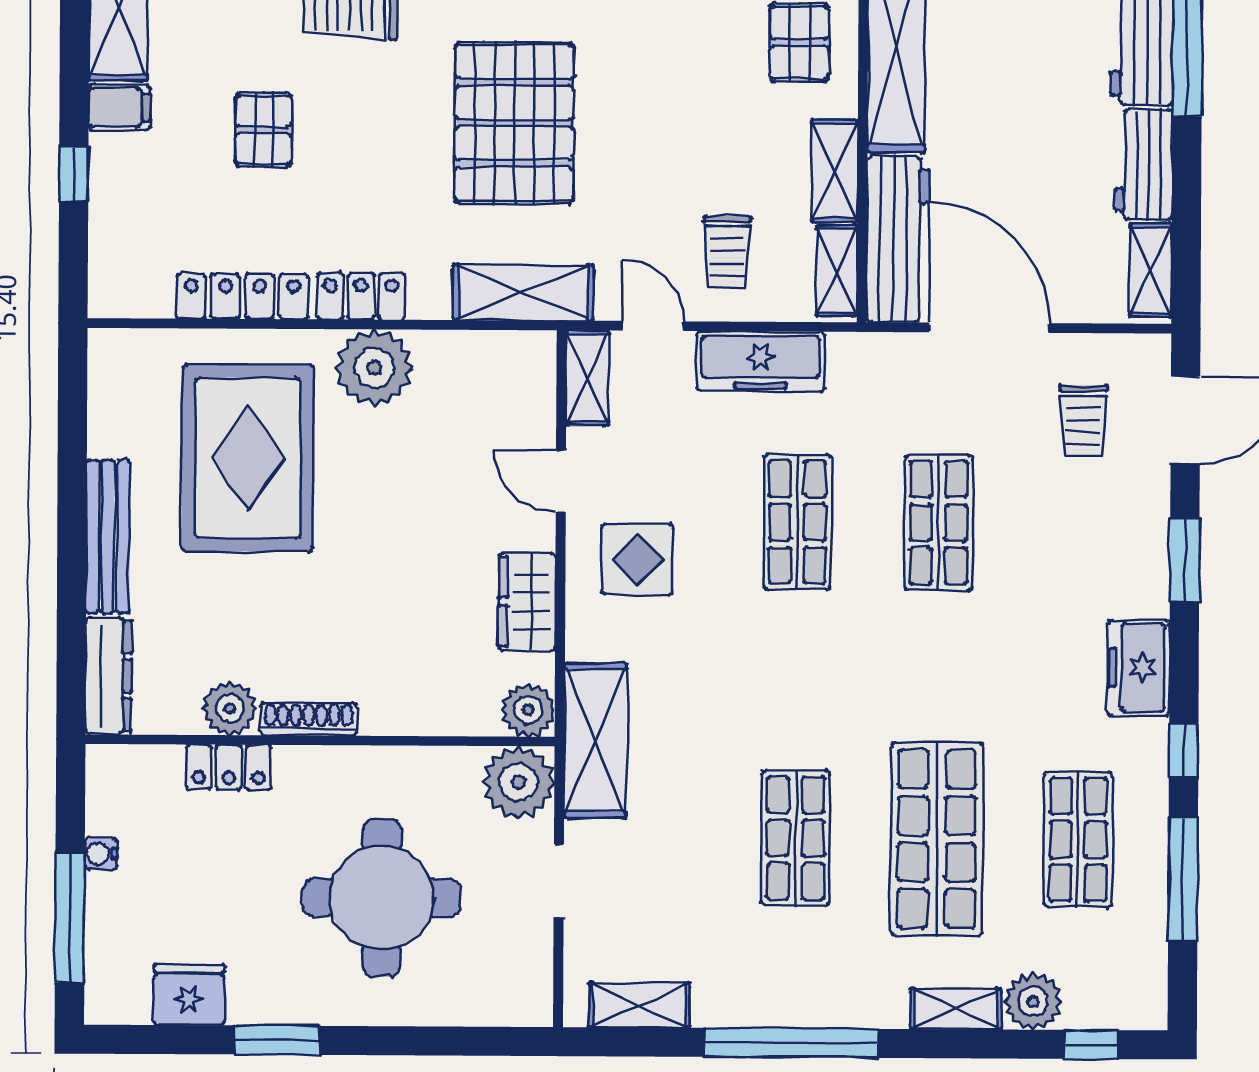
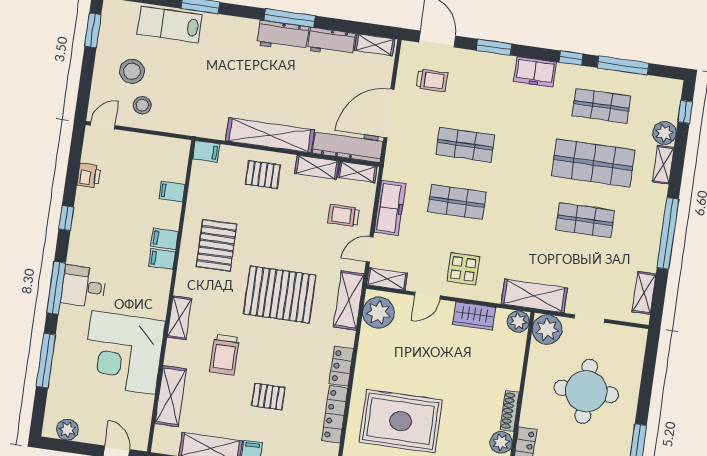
trolley: (727, 252) -> (344, 215), turned 180
plant: (374, 368) -> (378, 313), moved

